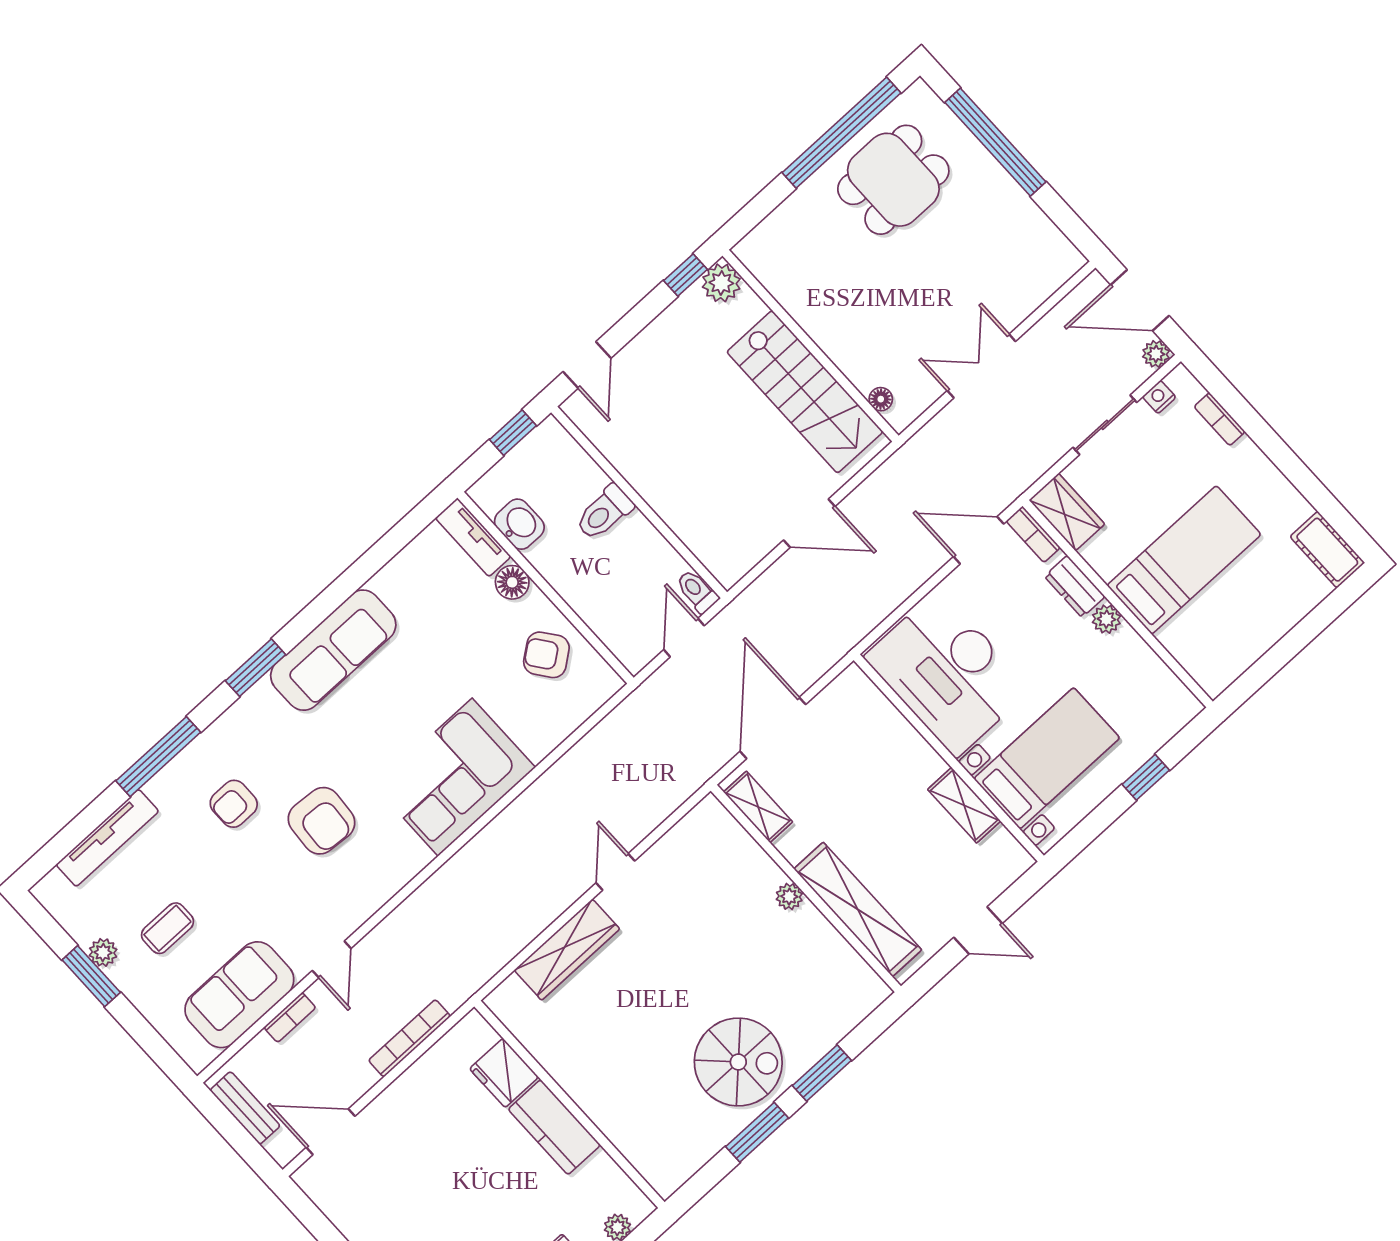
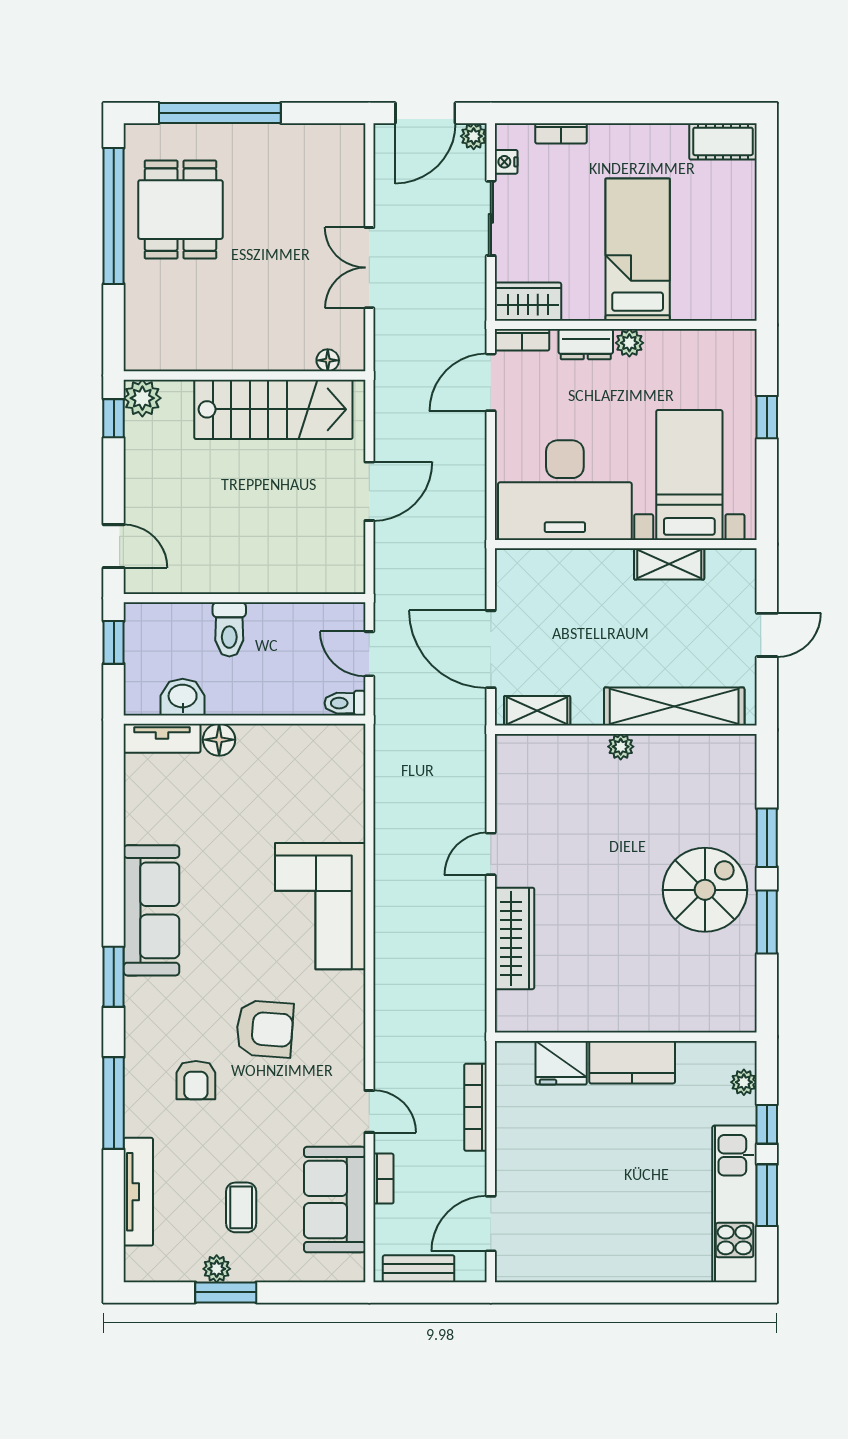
toilet: (697, 591) -> (345, 703), moved
armchair: (546, 655) -> (293, 762), removed
door: (615, 872) -> (491, 854), hinge flipped

